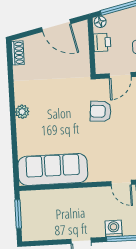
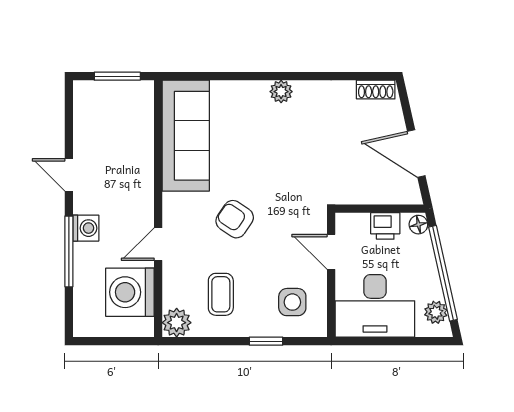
door: (56, 26) -> (416, 154), hinge flipped
armchair: (101, 111) -> (235, 219), moved, turned -61

